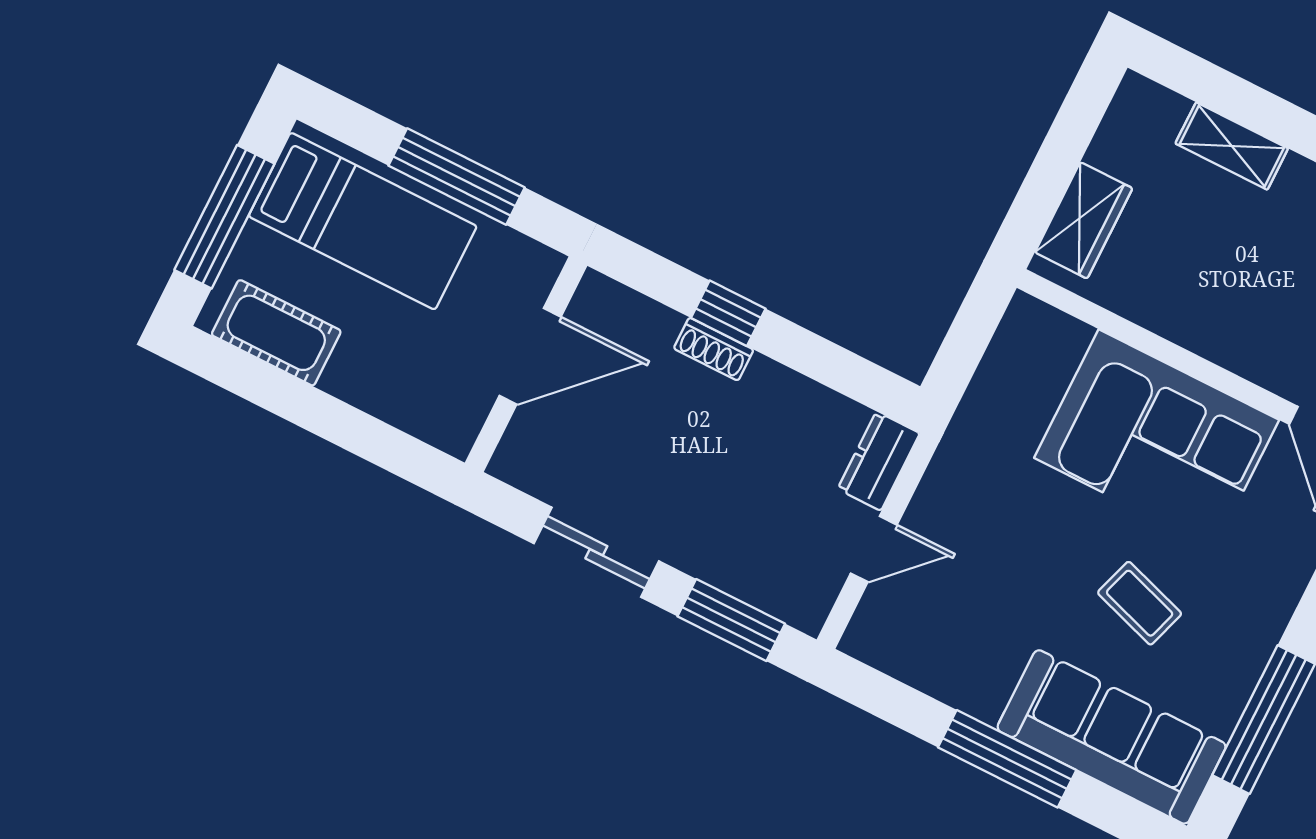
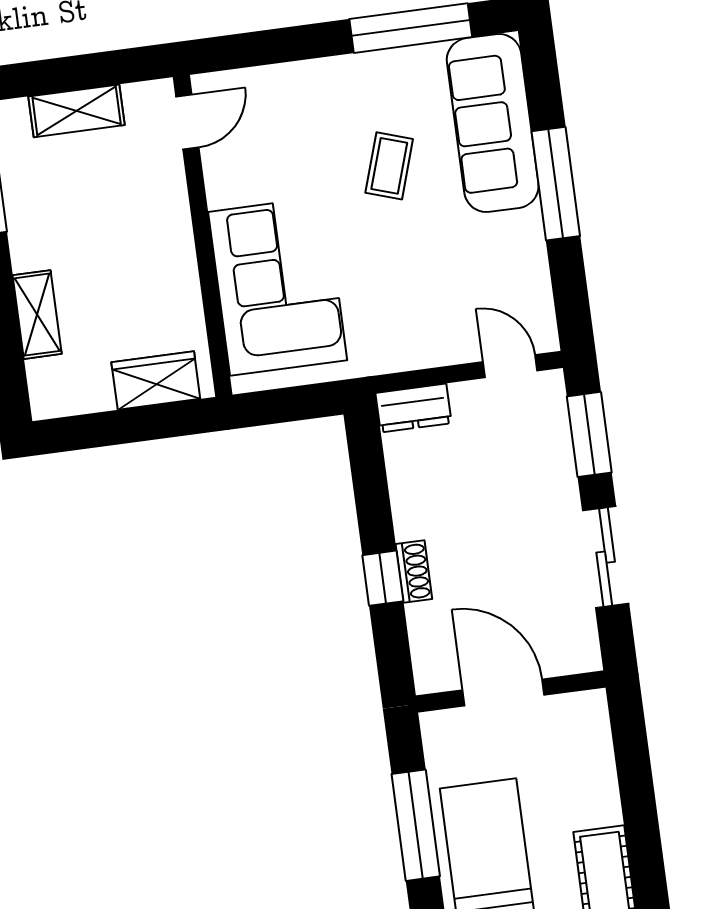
corner sofa: (1157, 439) -> (278, 286), moved
door: (874, 549) -> (510, 366), moved

